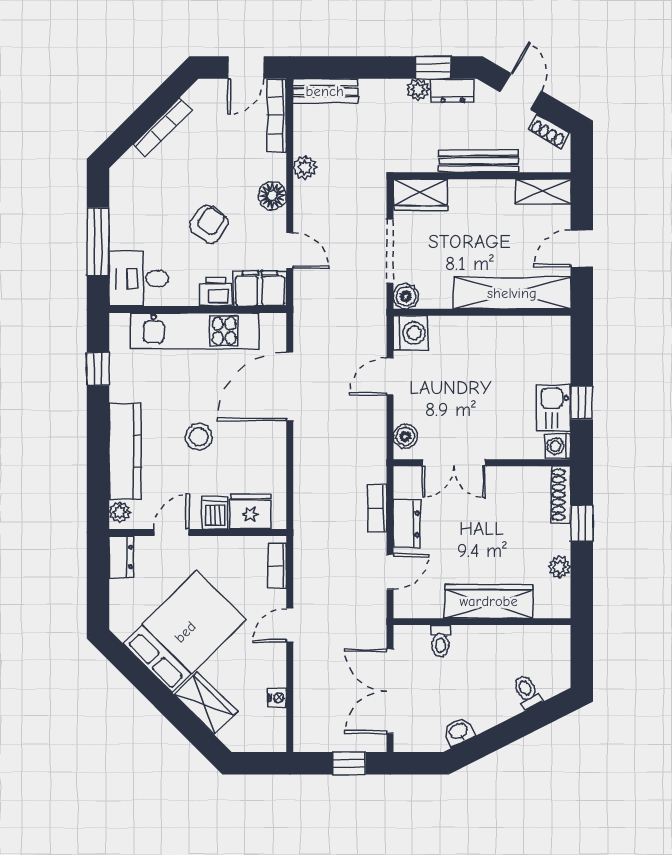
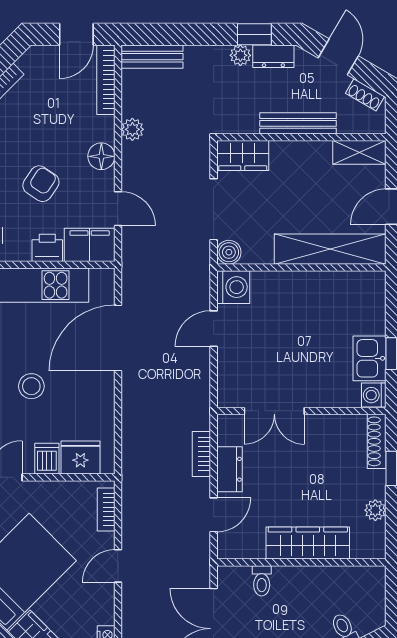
boiler: (405, 436) -> (228, 386), removed

